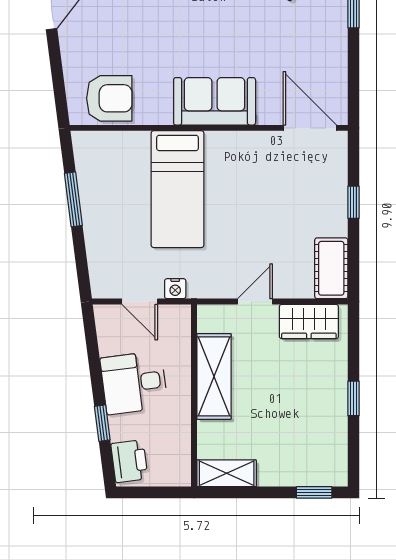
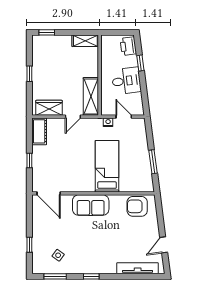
shelving: (214, 376) -> (91, 96), moved

